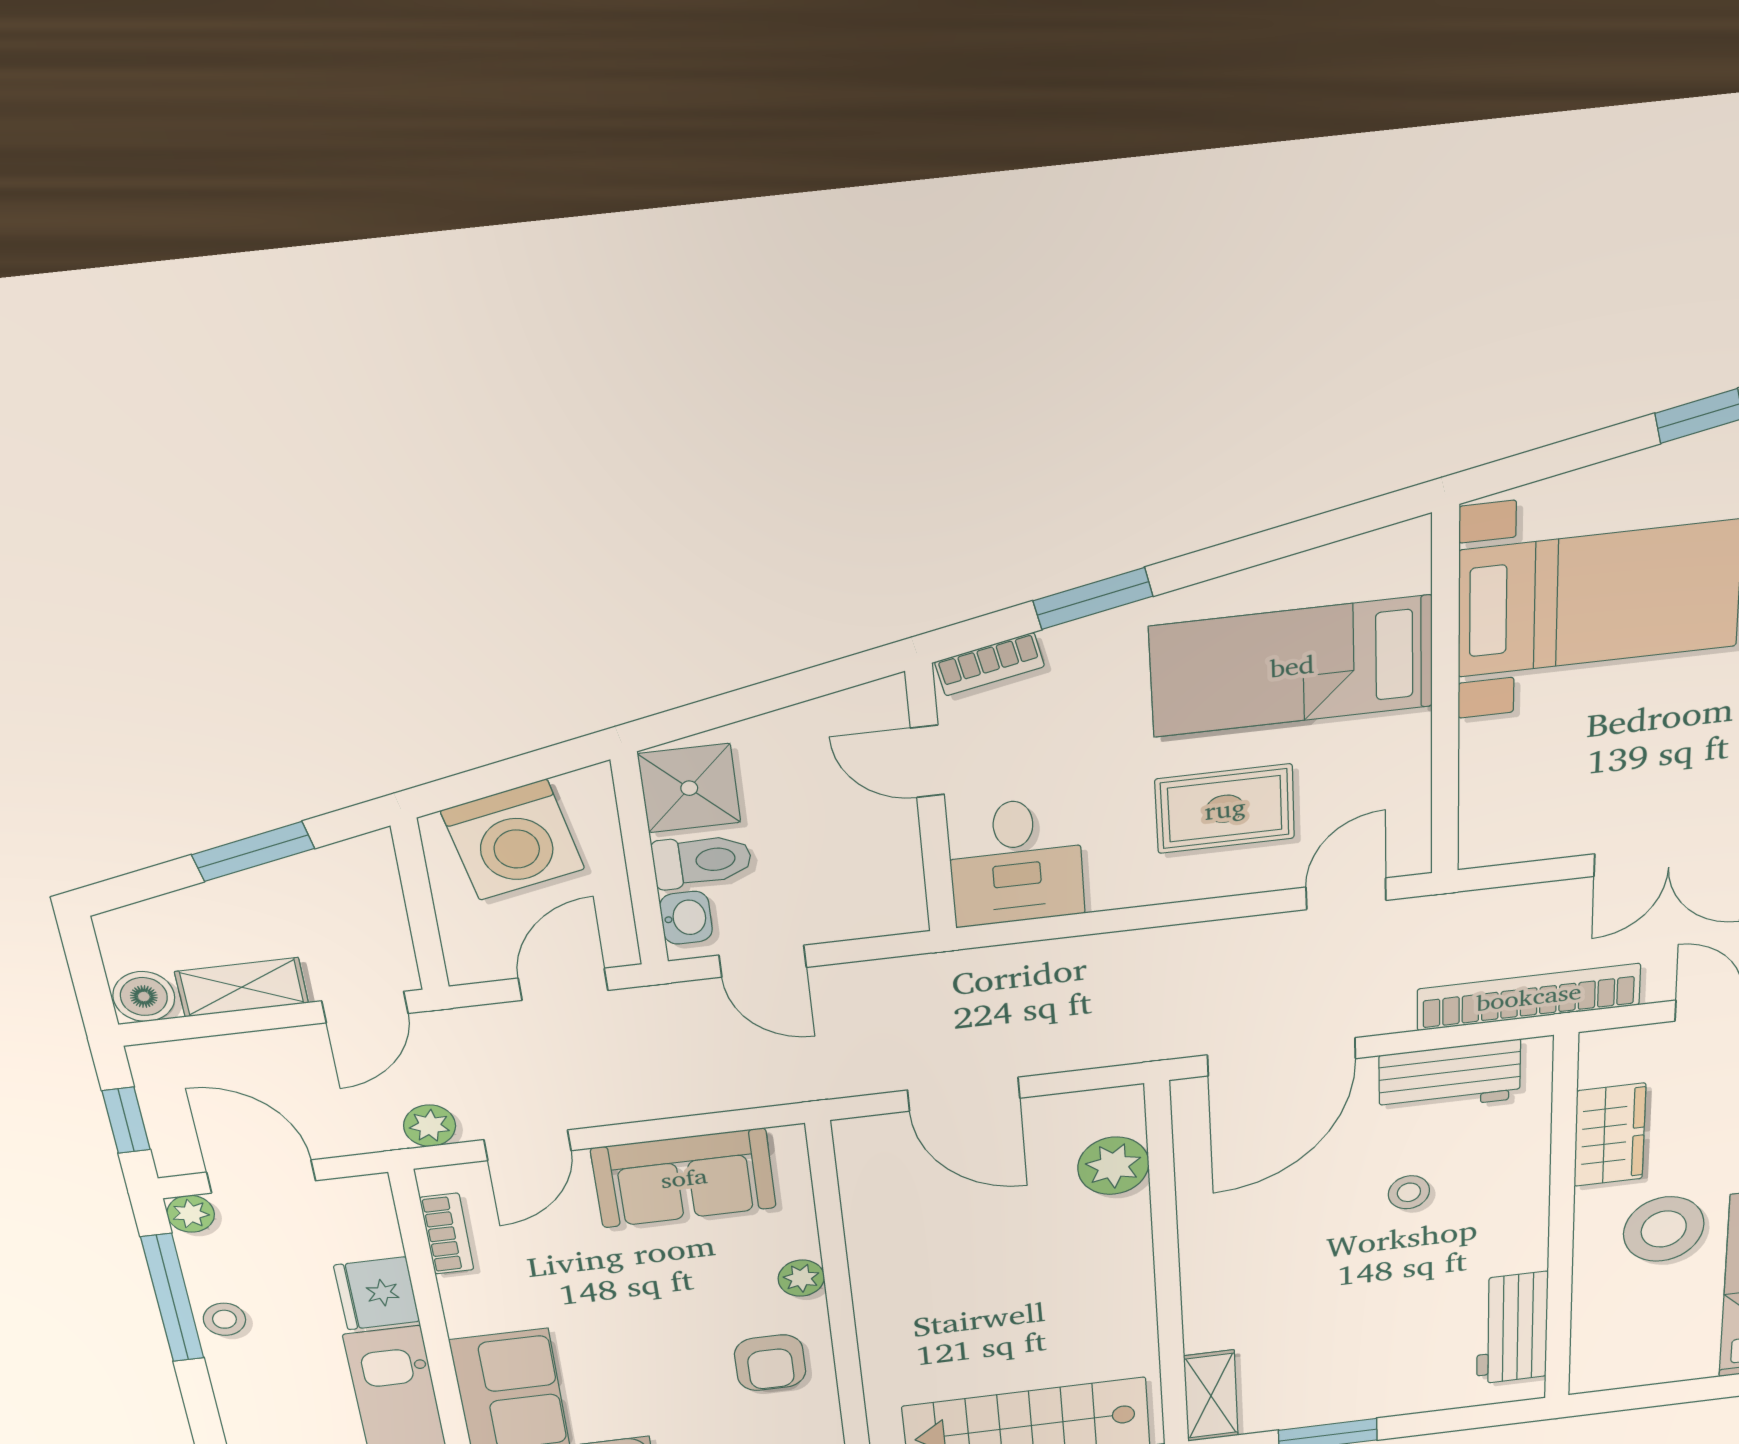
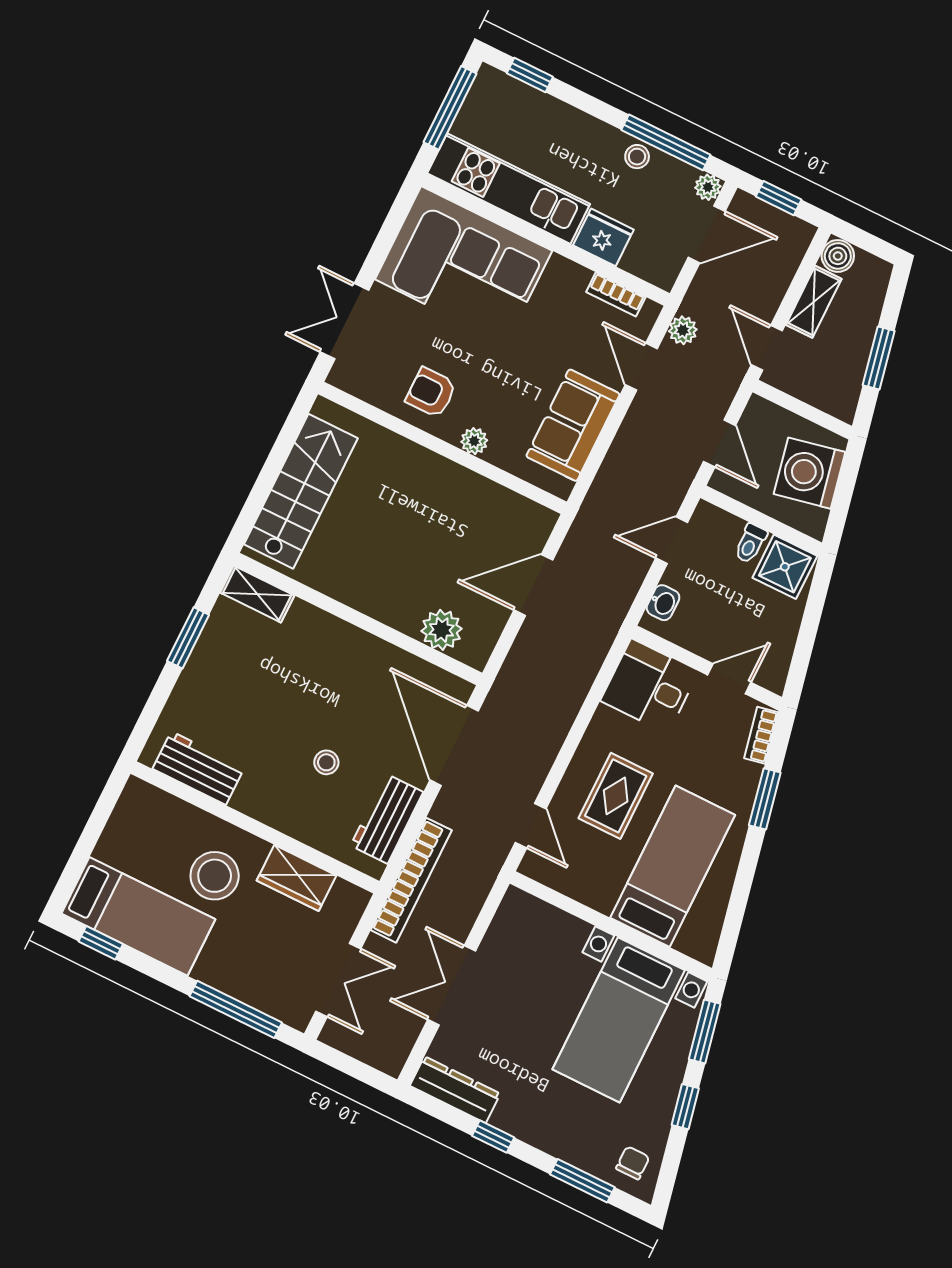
window: (1550, 461) -> (705, 1031), added
toilet: (702, 861) -> (751, 543), width x0.73, depth x0.72
washbasin: (686, 918) -> (663, 603), moved, turned -90

